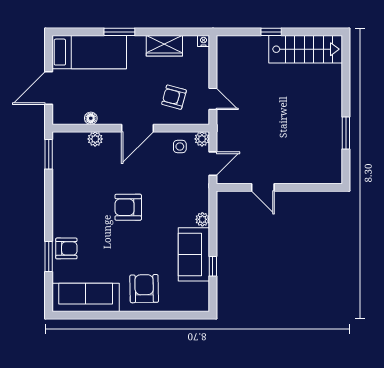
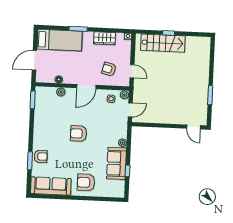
stairs: (306, 49) -> (163, 43), moved
door: (263, 187) -> (193, 127), moved
armchair: (144, 289) -> (86, 182), turned -89

